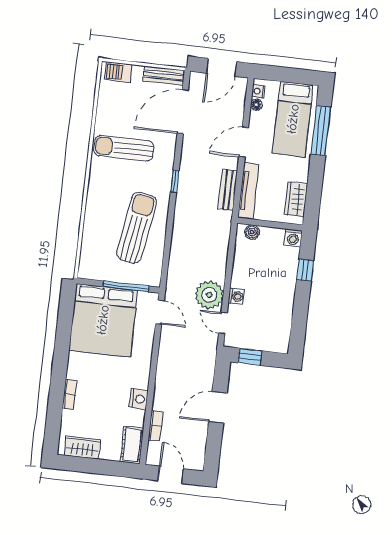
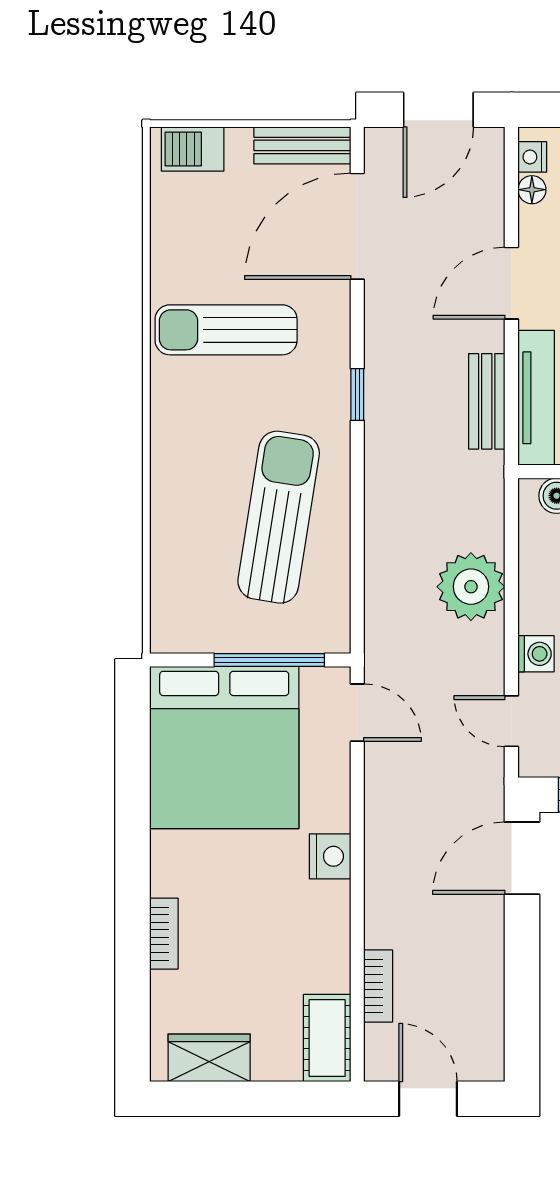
plant: (209, 295) -> (471, 587), moved
nightstand: (139, 399) -> (330, 856), moved
door: (218, 407) -> (522, 858), moved

